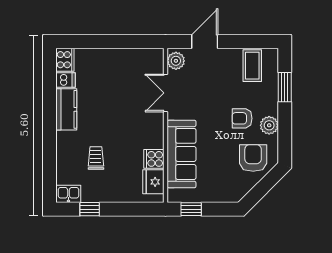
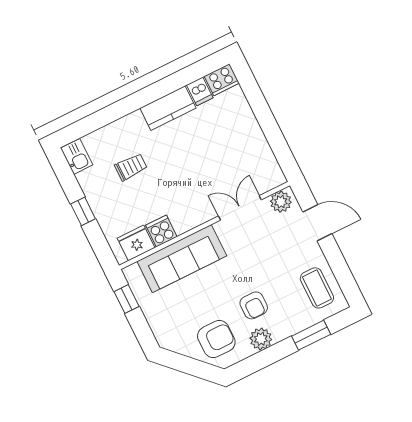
coffee table: (252, 66) -> (317, 288), turned 90
armchair: (242, 118) -> (254, 305), turned 180
window: (90, 209) -> (83, 211), moved

